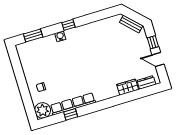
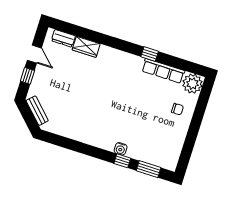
window: (68, 25) -> (122, 161), moved
row of seats: (73, 104) -> (163, 71), width x0.73
window: (71, 114) -> (150, 54), moved

